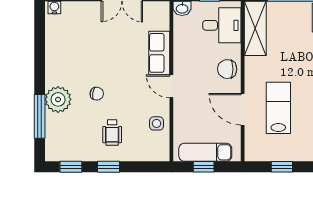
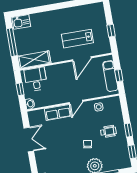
chair: (227, 69) -> (60, 72), removed

